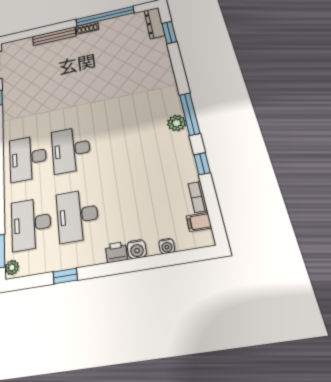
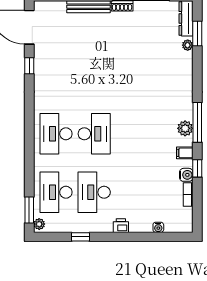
plant: (161, 44) -> (188, 45), added
desk: (71, 150) -> (94, 134), turned 180
filing cabinet: (199, 222) -> (185, 153), moved
water cooler: (137, 249) -> (186, 175), moved, turned -90

